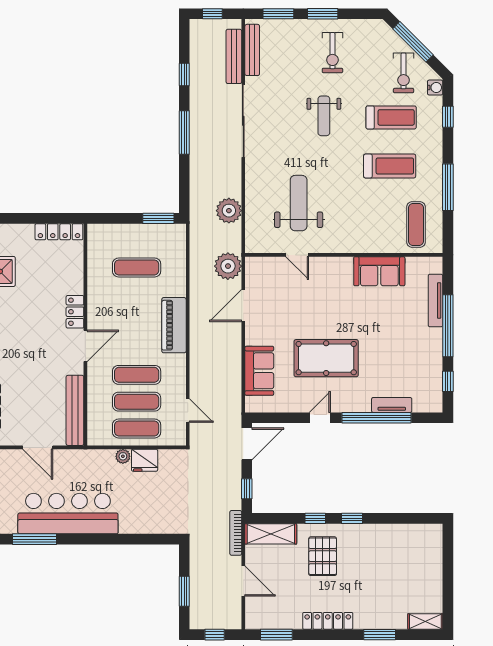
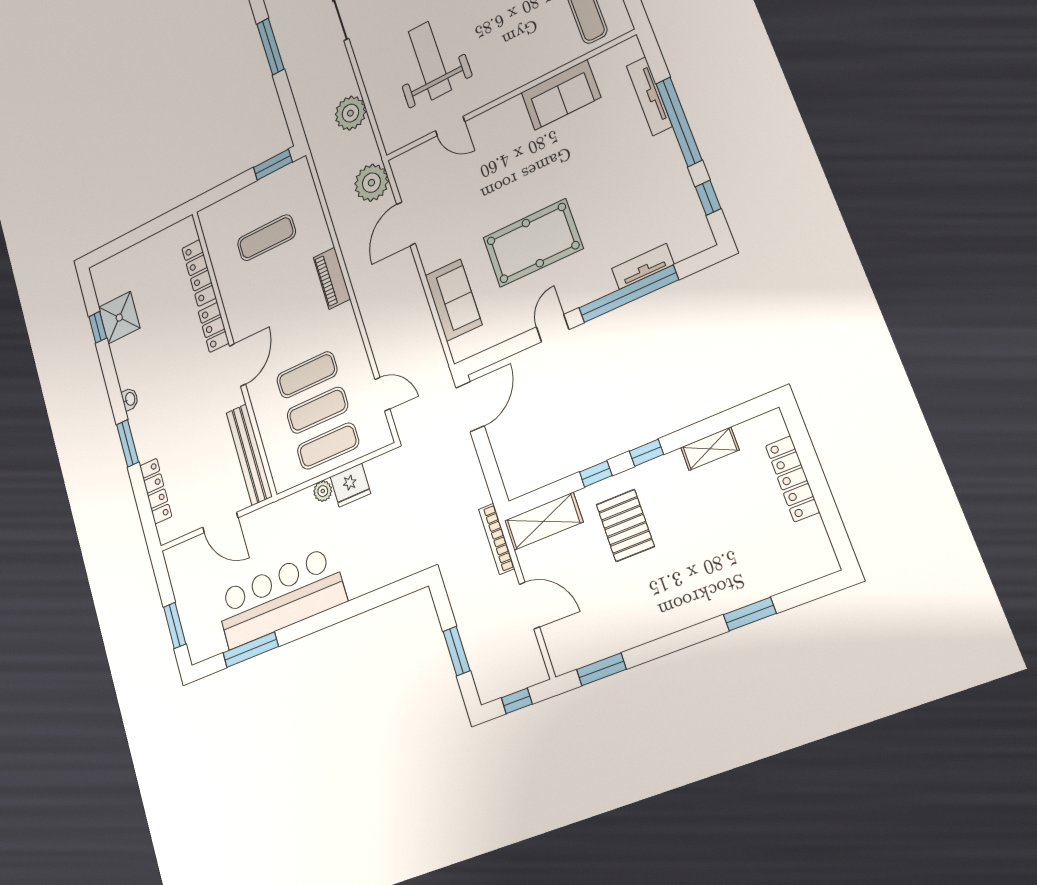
locker: (59, 232) -> (199, 273), moved, turned 90
piano: (174, 325) -> (332, 278), width x0.73, depth x0.75
window: (247, 489) -> (491, 470), removed
locker: (328, 621) -> (792, 479), moved, turned -90
shelving: (425, 622) -> (710, 449), moved

